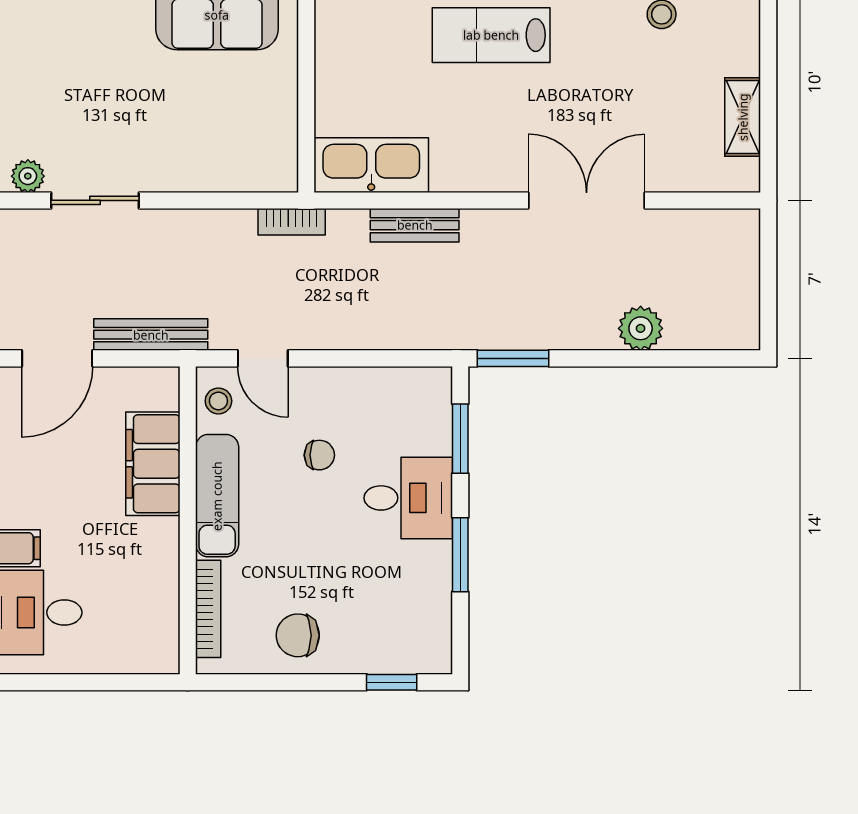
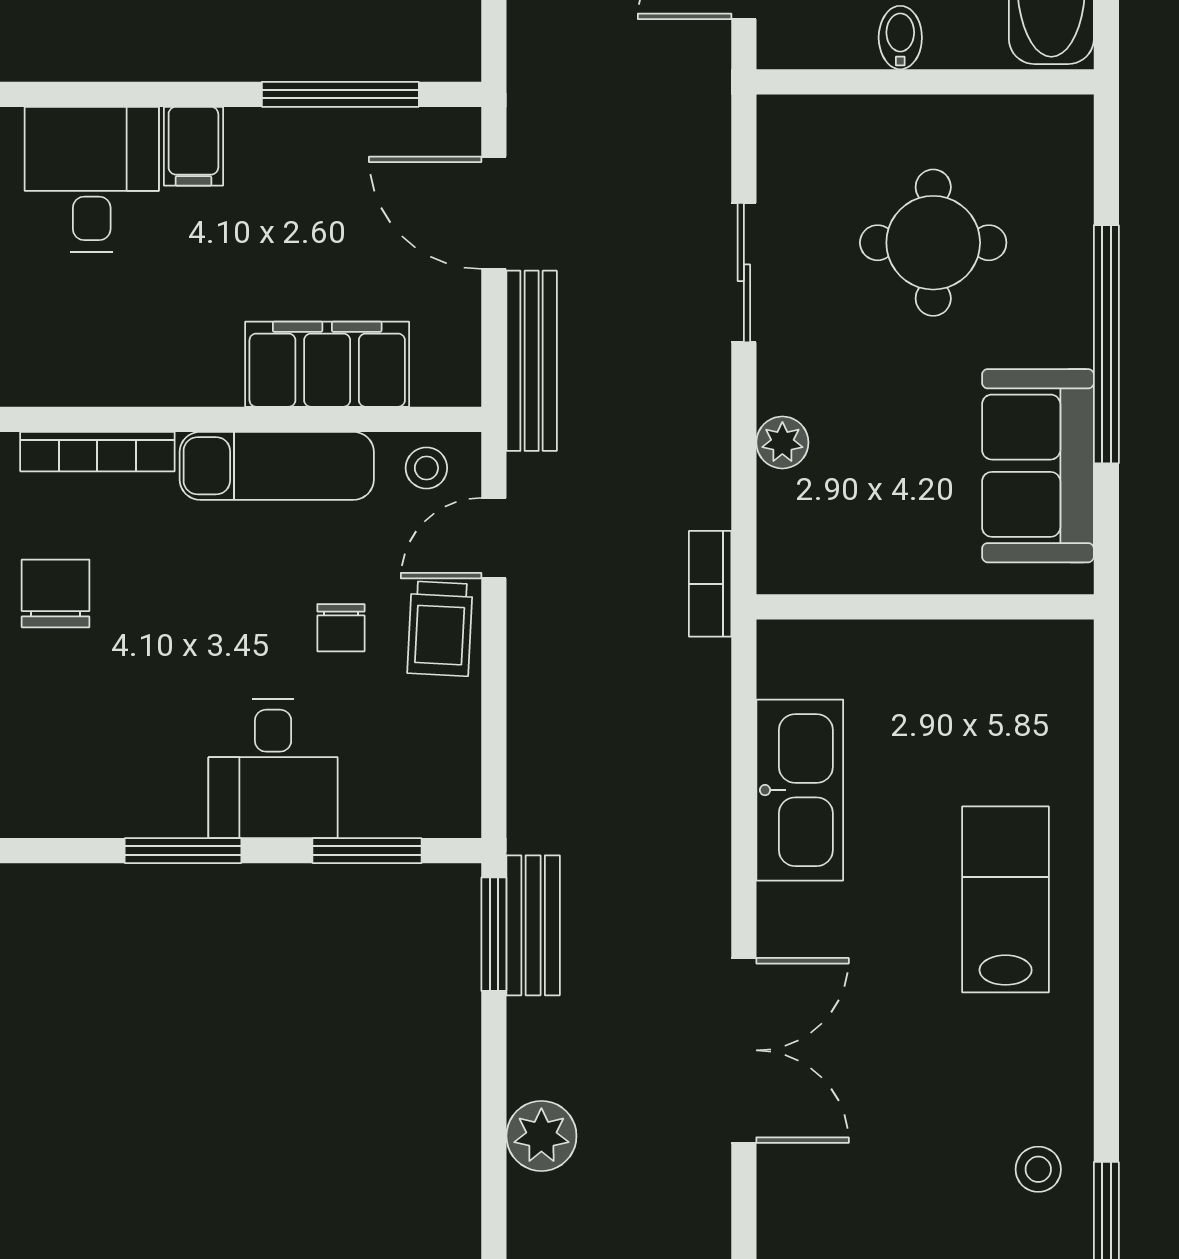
round table: (76, 81) -> (933, 243), added
kitchen sink: (371, 165) -> (800, 790), moved
plant: (28, 176) -> (782, 442), moved
bench: (415, 225) -> (533, 925), moved
trolley: (320, 392) -> (440, 629), added

